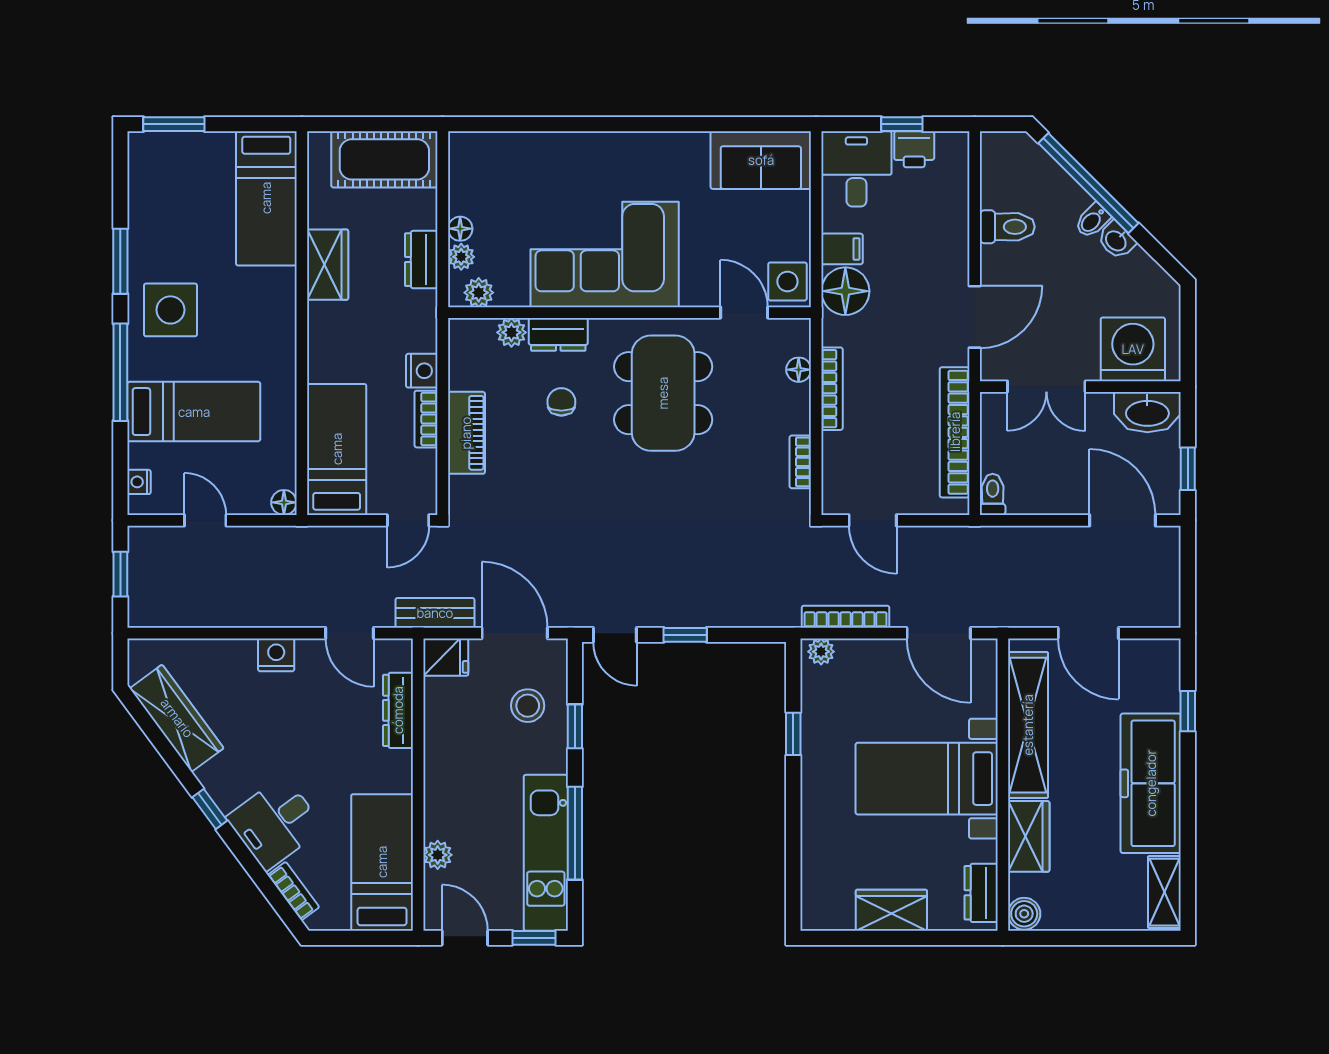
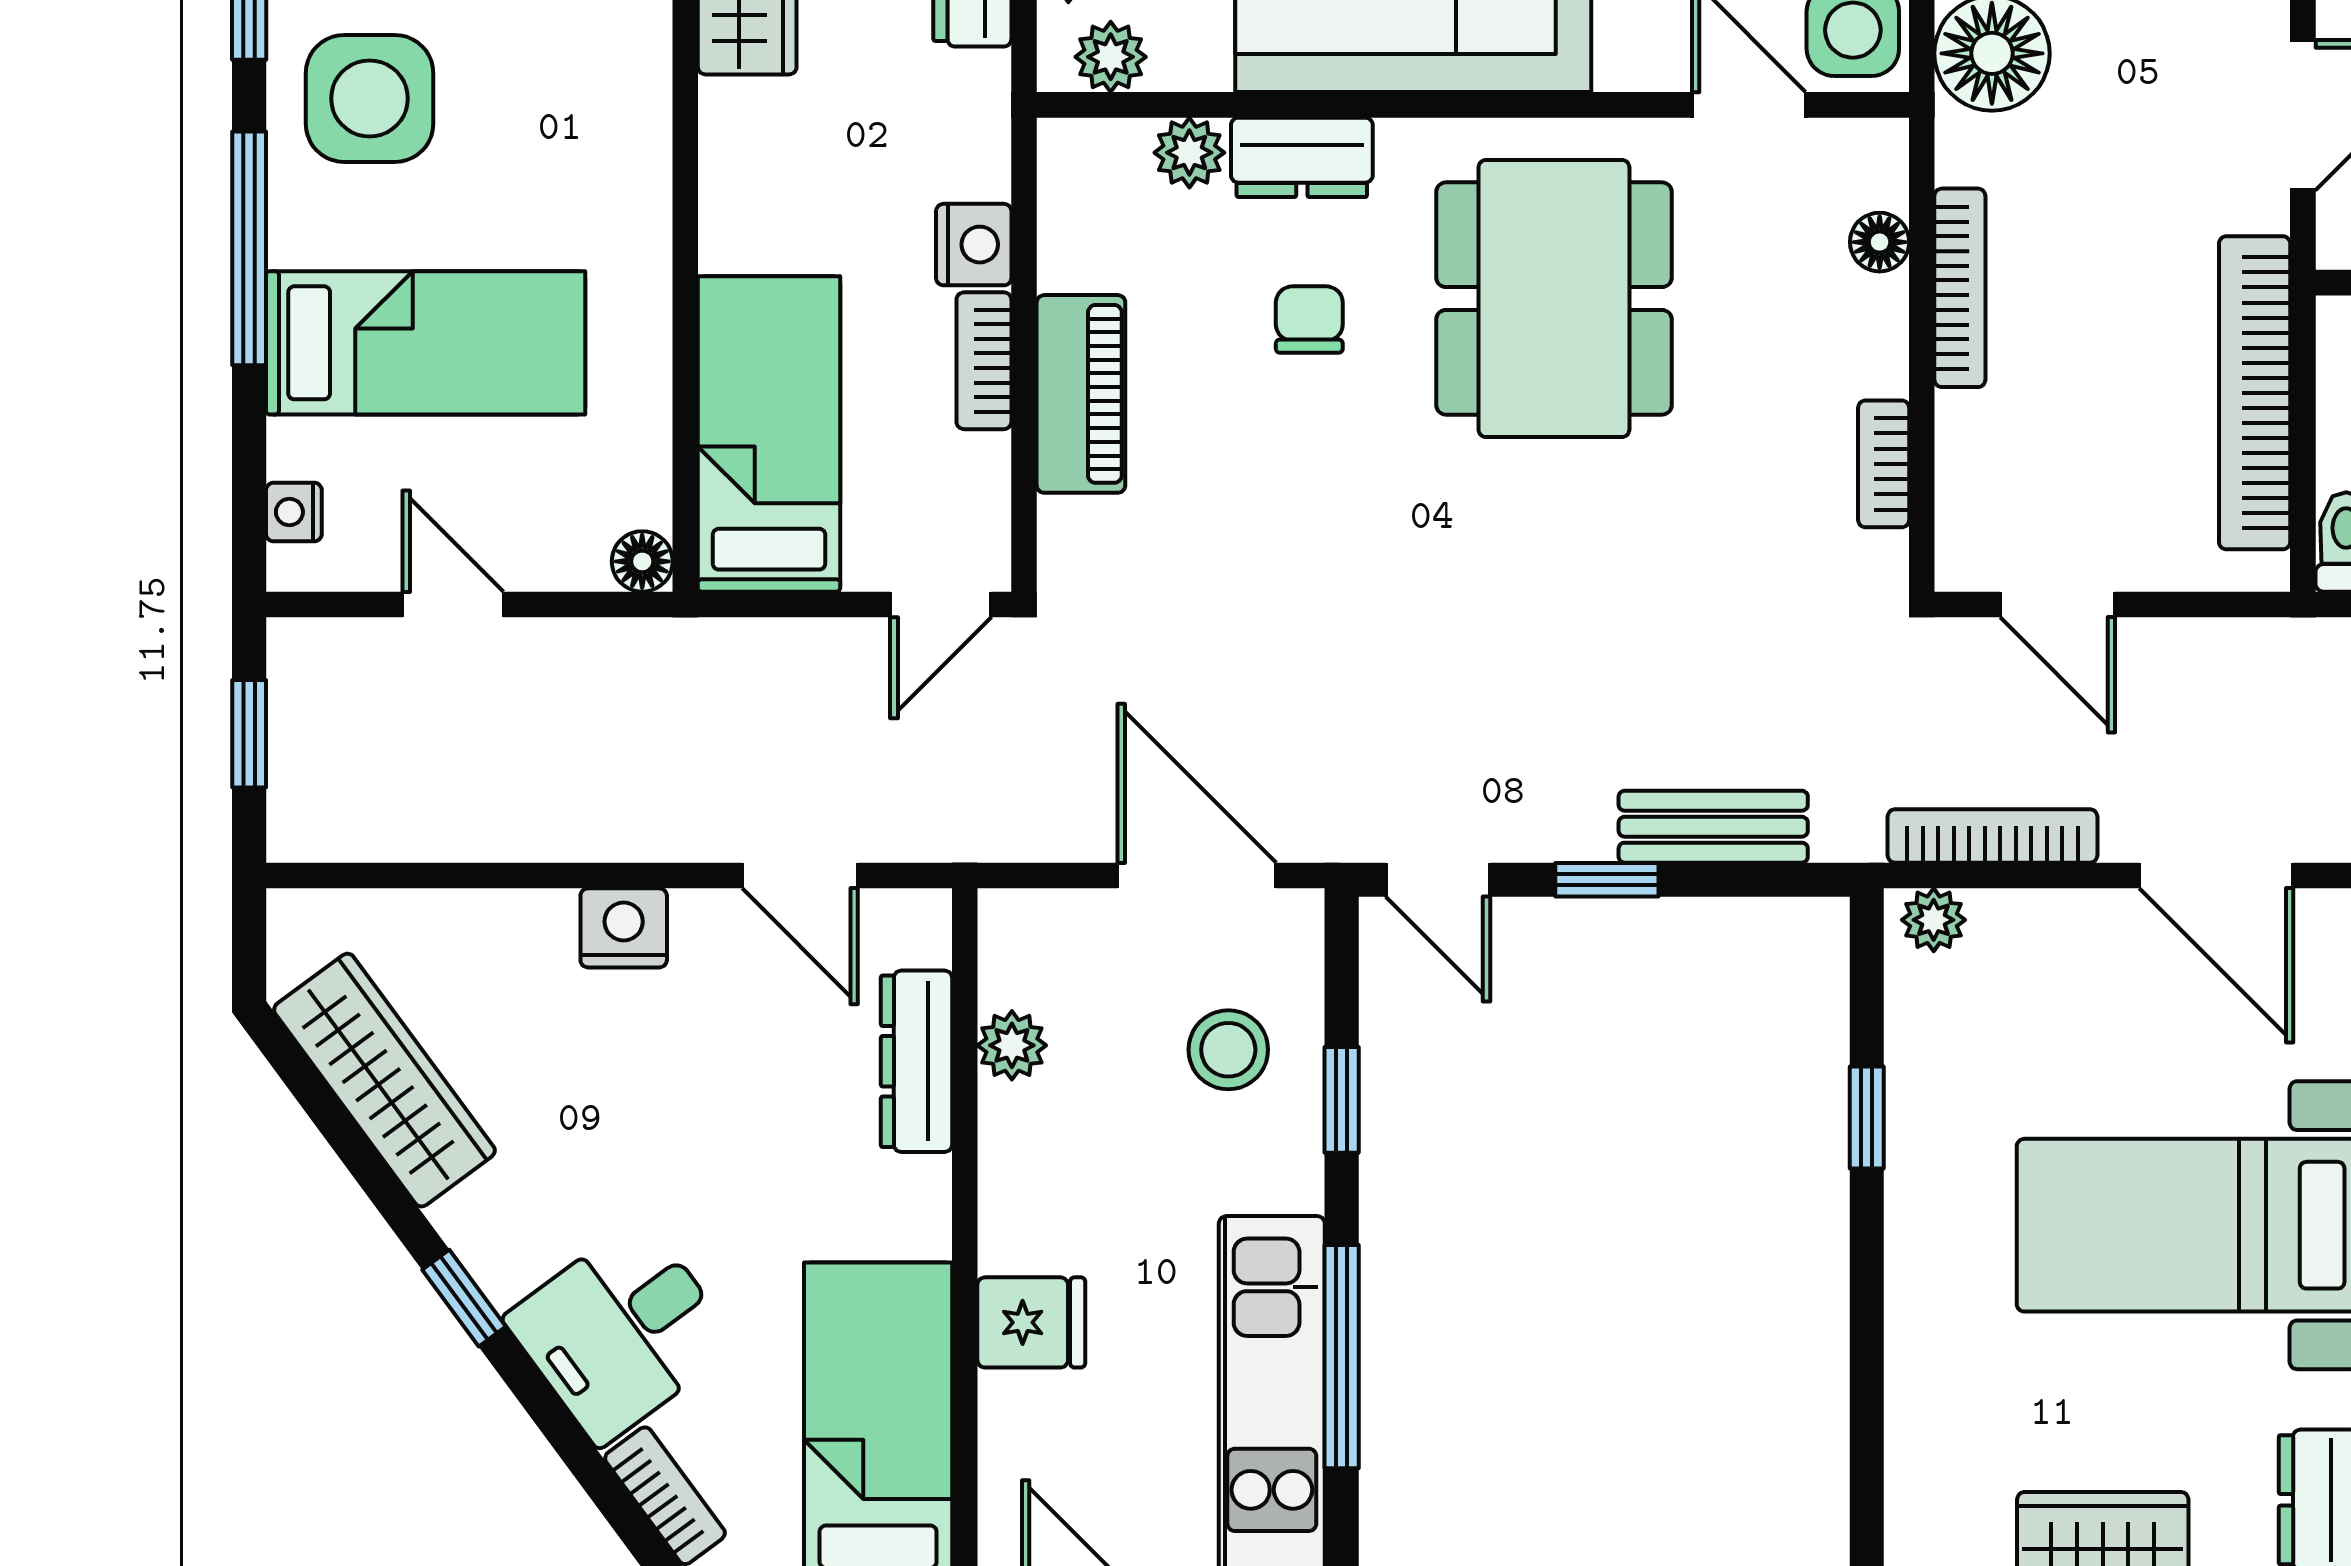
bench: (435, 613) -> (1713, 827), moved
fridge: (446, 657) -> (1031, 1322), moved
plant: (438, 855) -> (1012, 1045), moved

